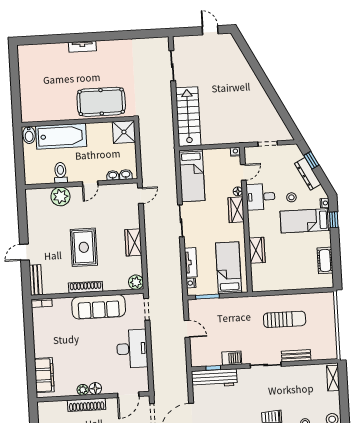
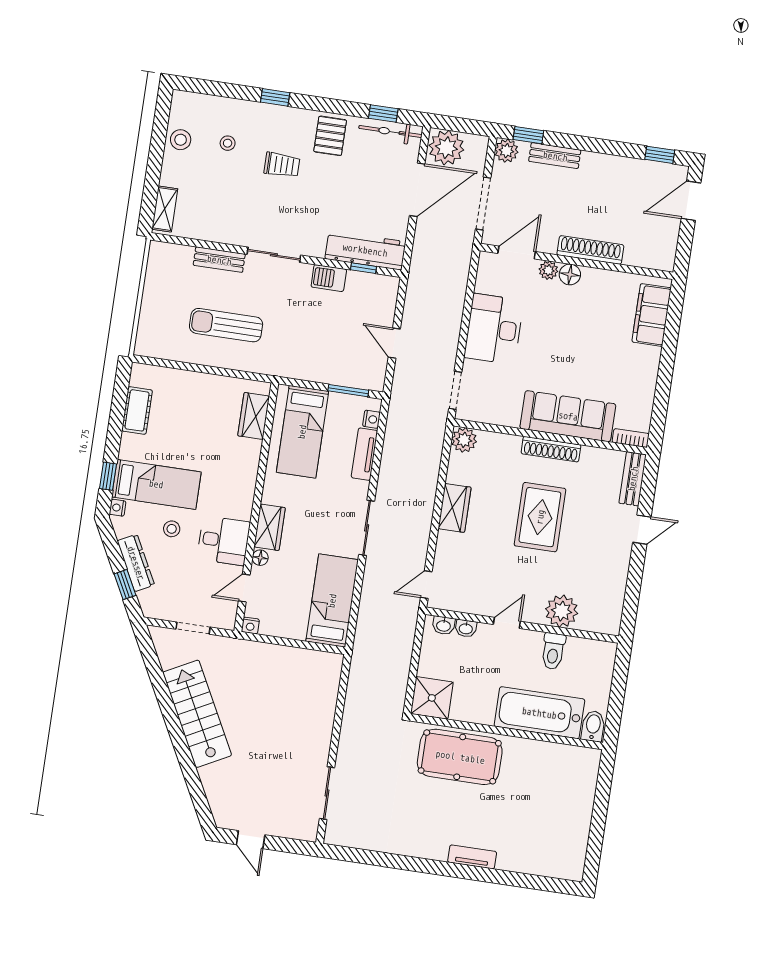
stairs: (188, 117) -> (197, 714), moved, turned 152
wardrobe: (257, 250) -> (254, 416), moved
sofa: (99, 307) -> (568, 416), moved
plant: (83, 390) -> (548, 270), moved

